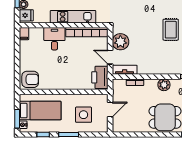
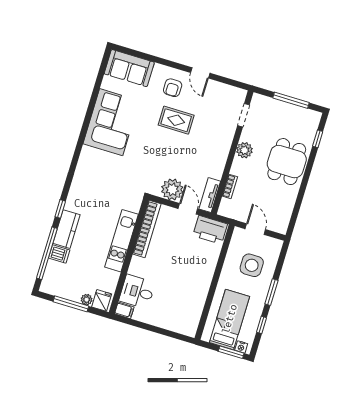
desk: (54, 39) -> (137, 292), moved
door: (110, 57) -> (188, 209), swing flipped
armchair: (30, 79) -> (186, 320), removed

